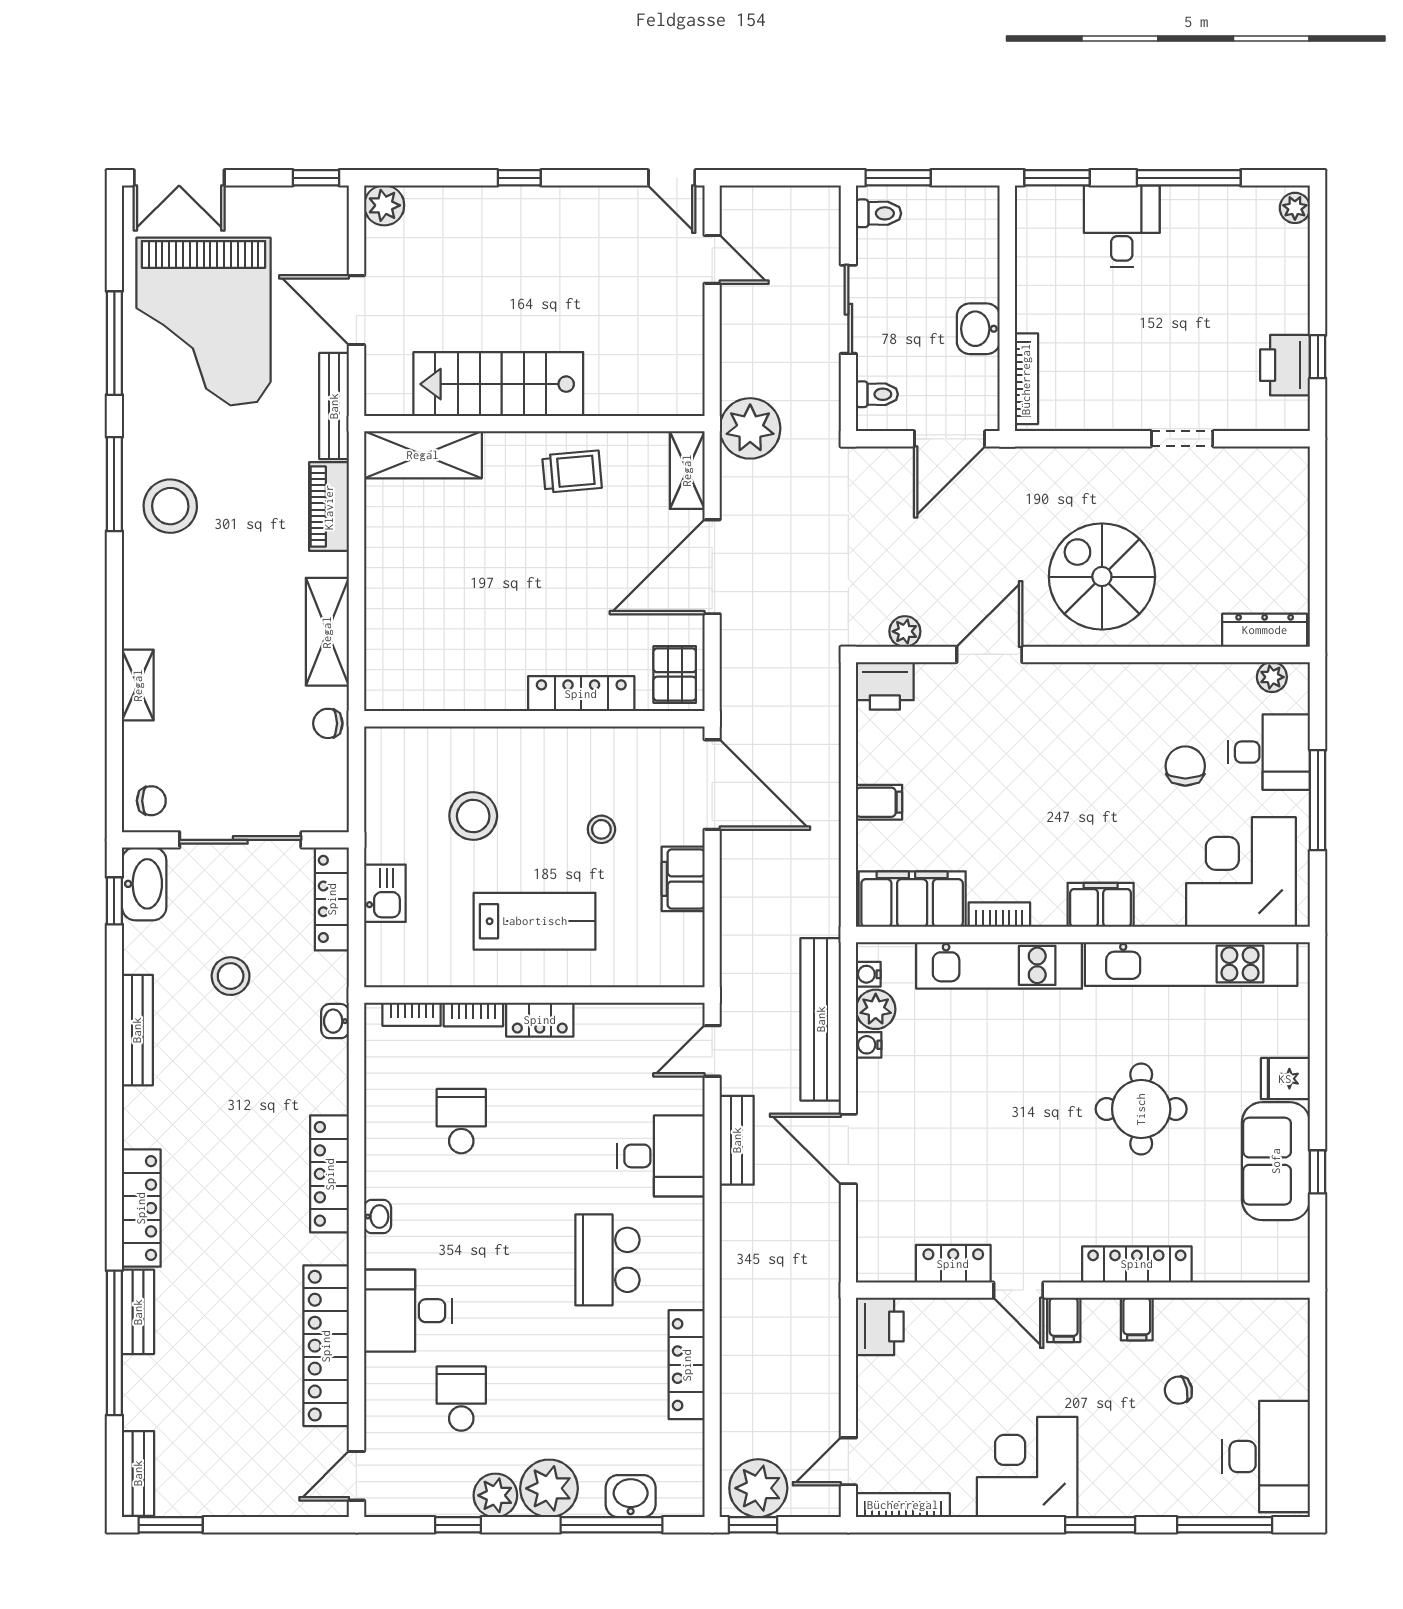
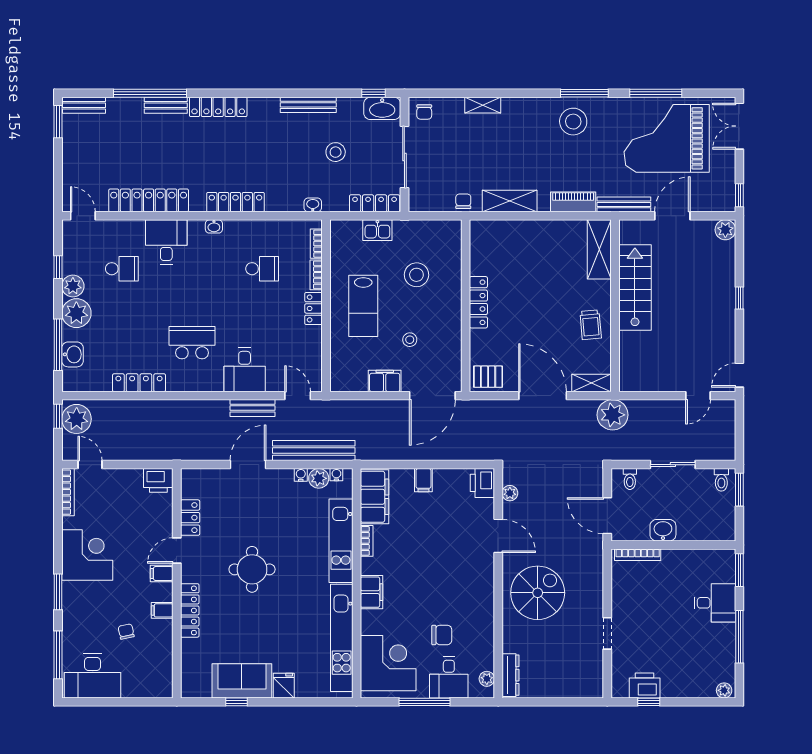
locker: (581, 694) -> (478, 302), moved
round table: (1141, 1109) -> (252, 569), moved

